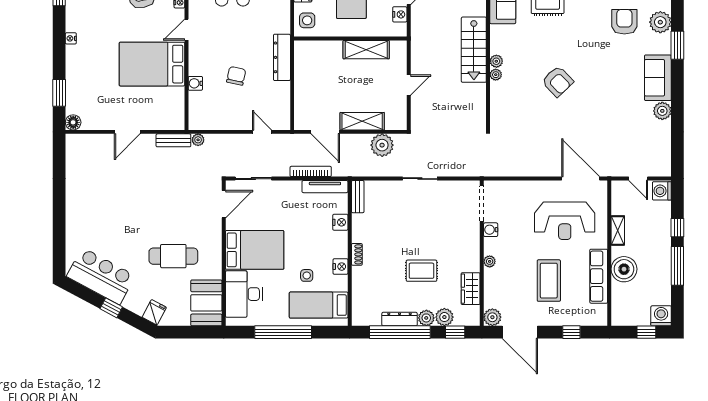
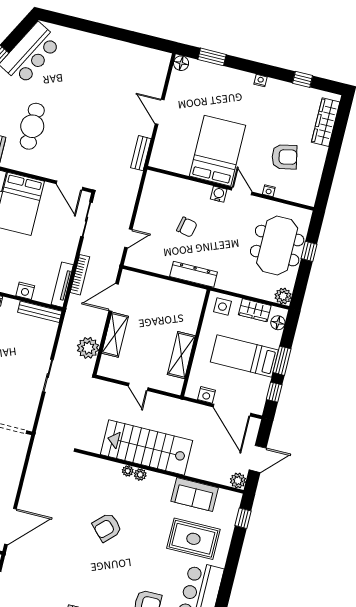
stairs: (474, 50) -> (146, 448), width x1.36, depth x1.51
water cooler: (195, 83) -> (219, 194), moved
plant: (198, 140) -> (136, 176), removed
bench: (358, 197) -> (40, 312), width x1.36

